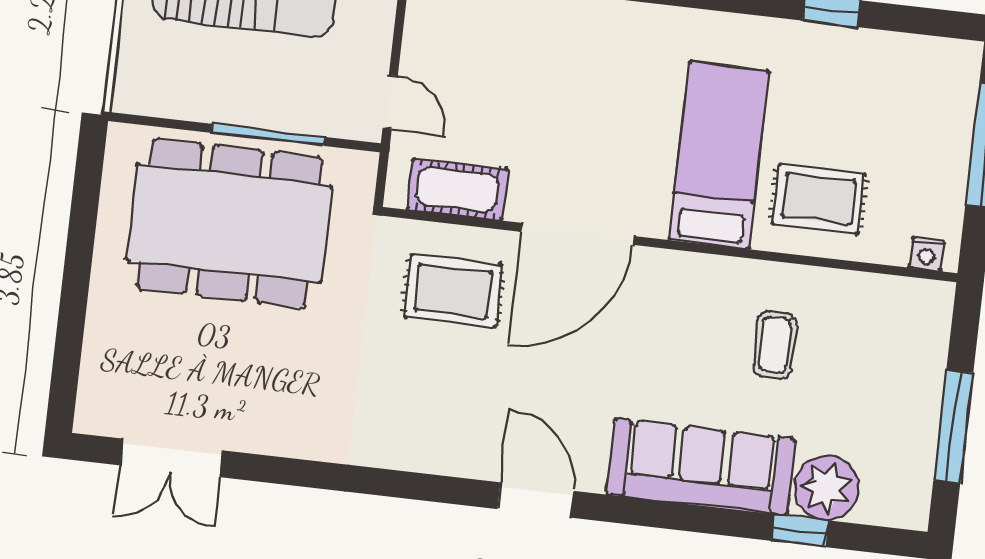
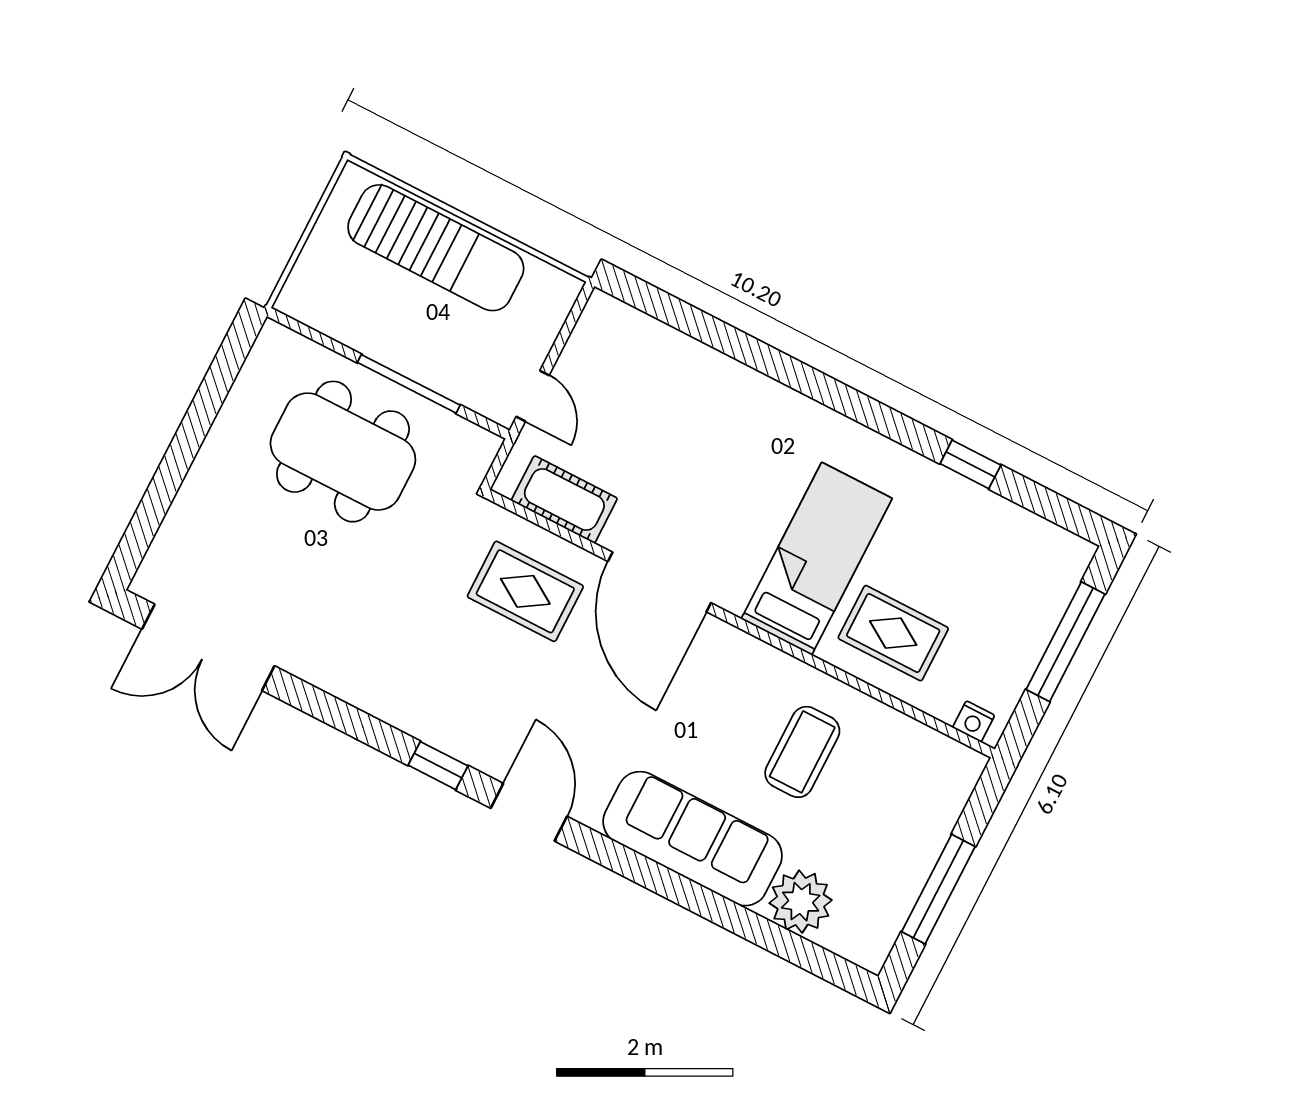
dining table: (229, 223) -> (343, 452), width x0.73, depth x0.80
door: (578, 234) -> (660, 582), hinge flipped
coffee table: (775, 345) -> (802, 752), width x1.36, depth x1.30
double door: (171, 458) -> (208, 647), width x1.37
window: (800, 531) -> (438, 766), moved

